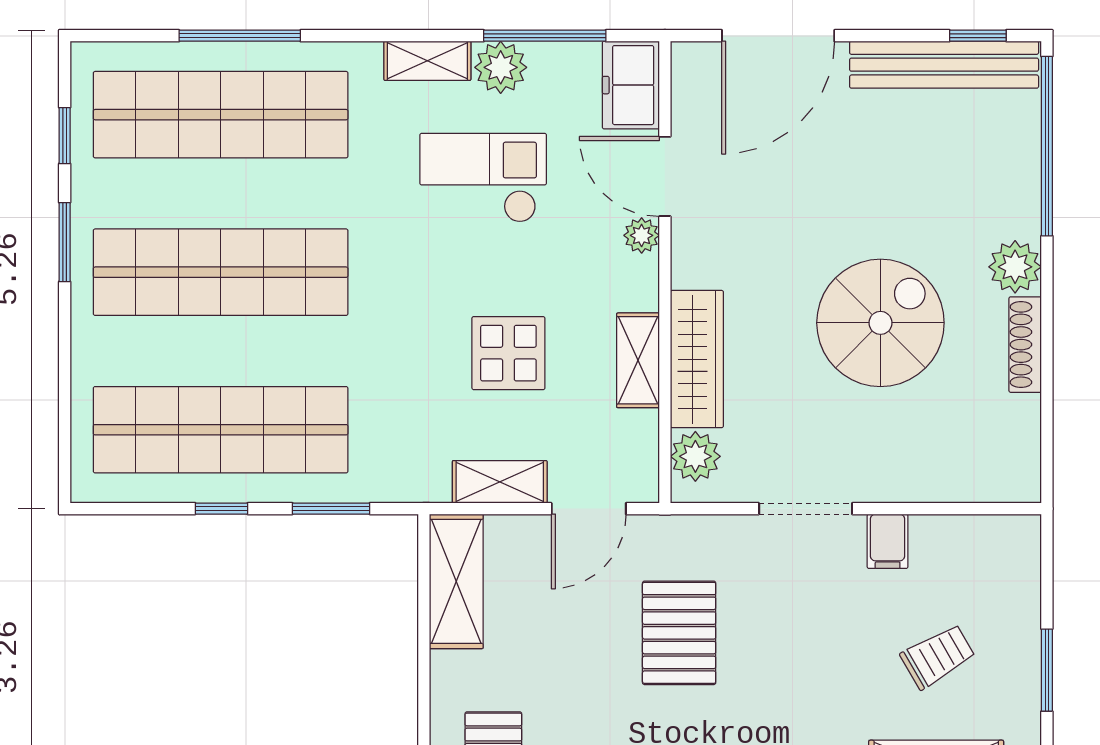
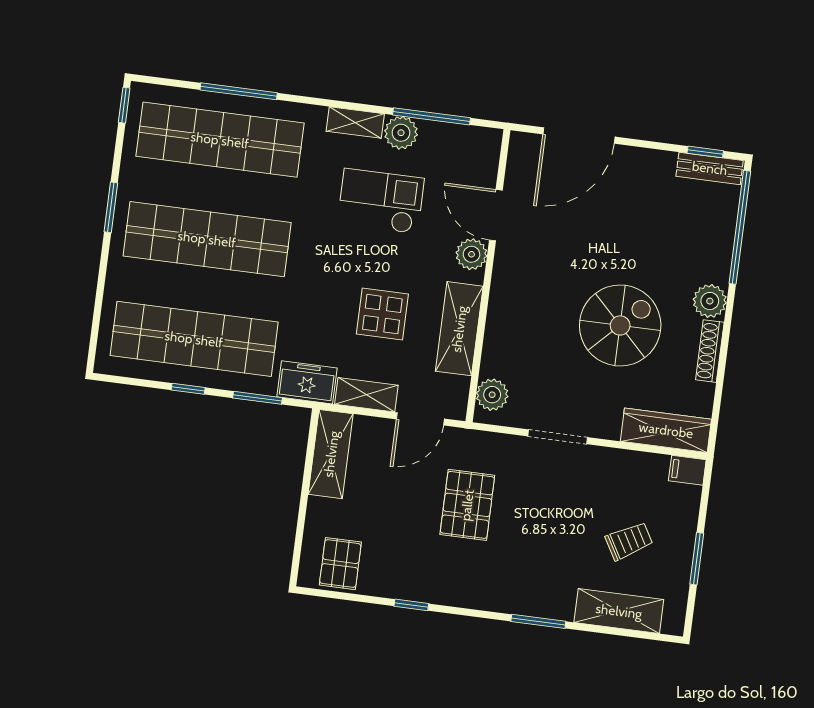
bench: (944, 65) -> (710, 168), width x0.54, depth x0.82
freezer: (631, 85) -> (307, 382), moved, turned 90
window: (65, 136) -> (124, 105), moved
plant: (642, 235) -> (471, 254), width x1.38, depth x1.38
wardrobe: (697, 359) -> (666, 430), moved, turned -90
shelving: (638, 360) -> (459, 329), width x1.50, depth x1.33
filing cabinet: (888, 541) -> (687, 470), moved, turned 90

